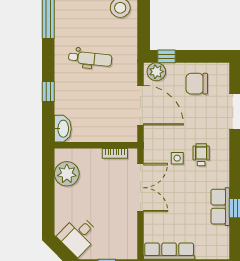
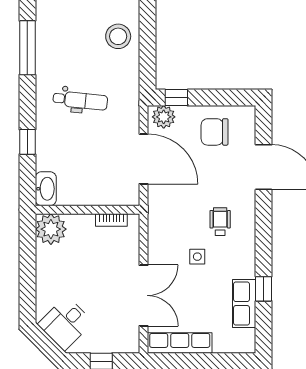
side table: (177, 158) -> (197, 257), moved
plant: (67, 174) -> (51, 229), moved
double door: (140, 188) -> (144, 295), moved
row of seats: (220, 207) -> (244, 304), moved

